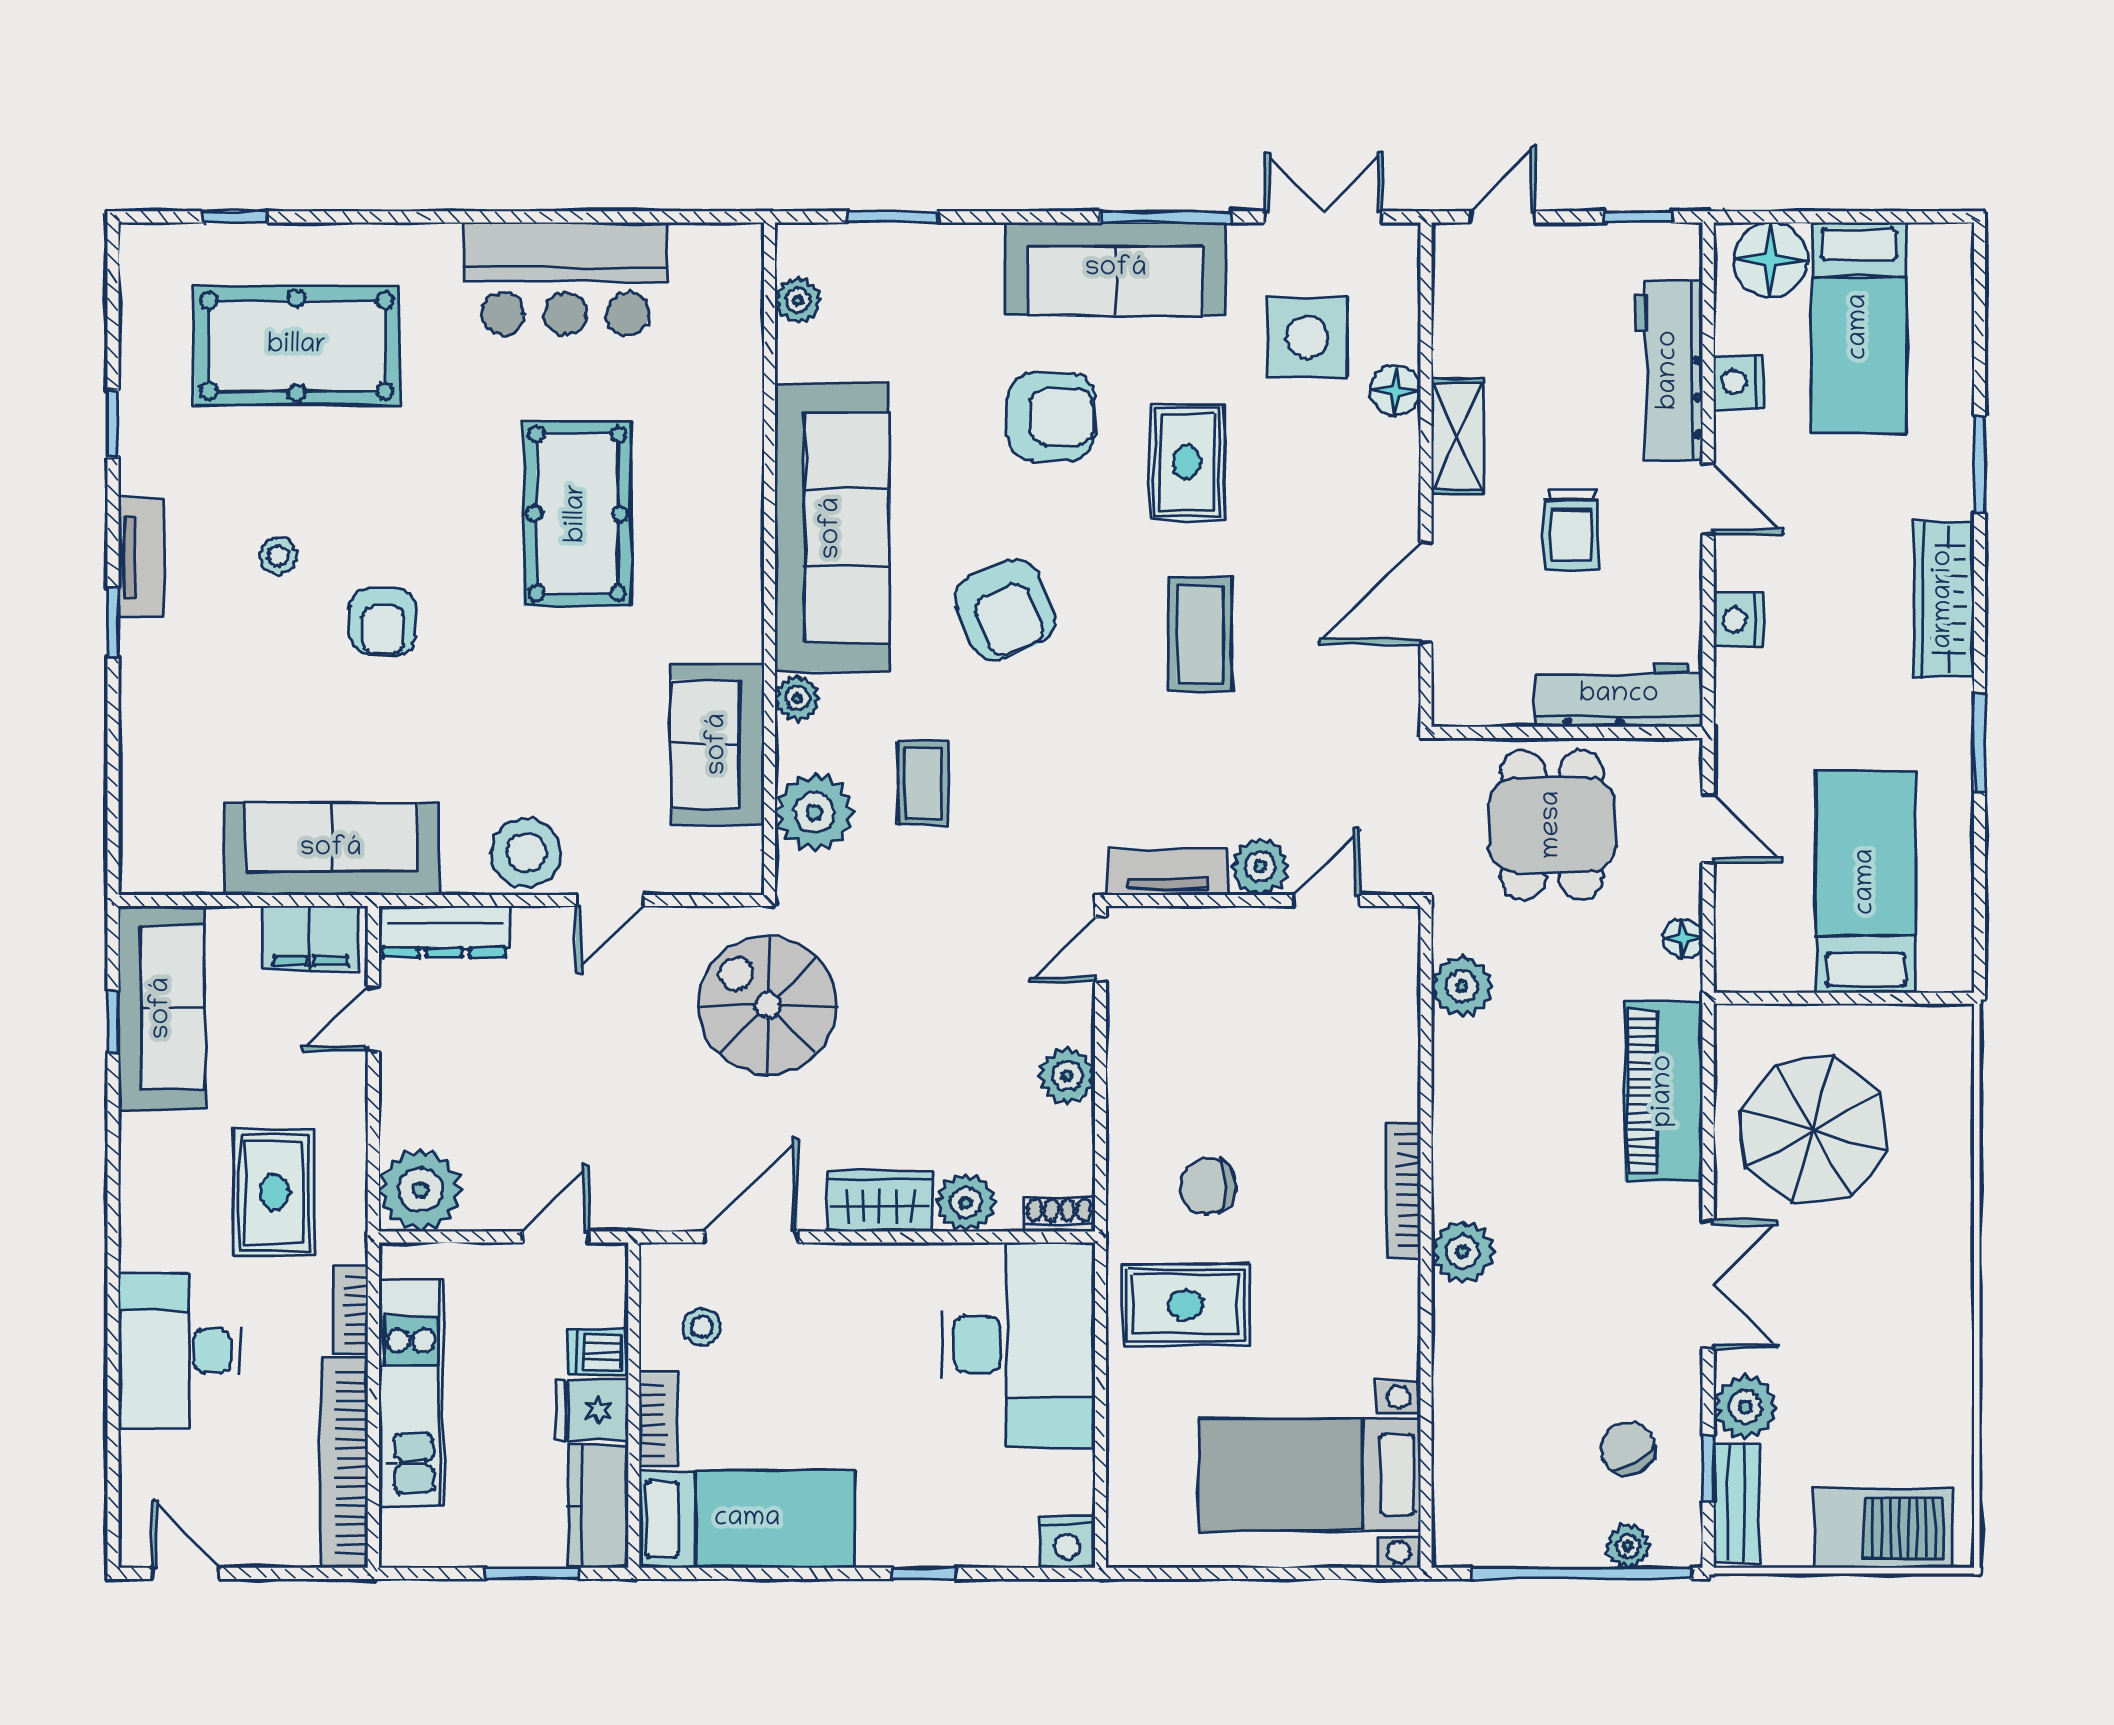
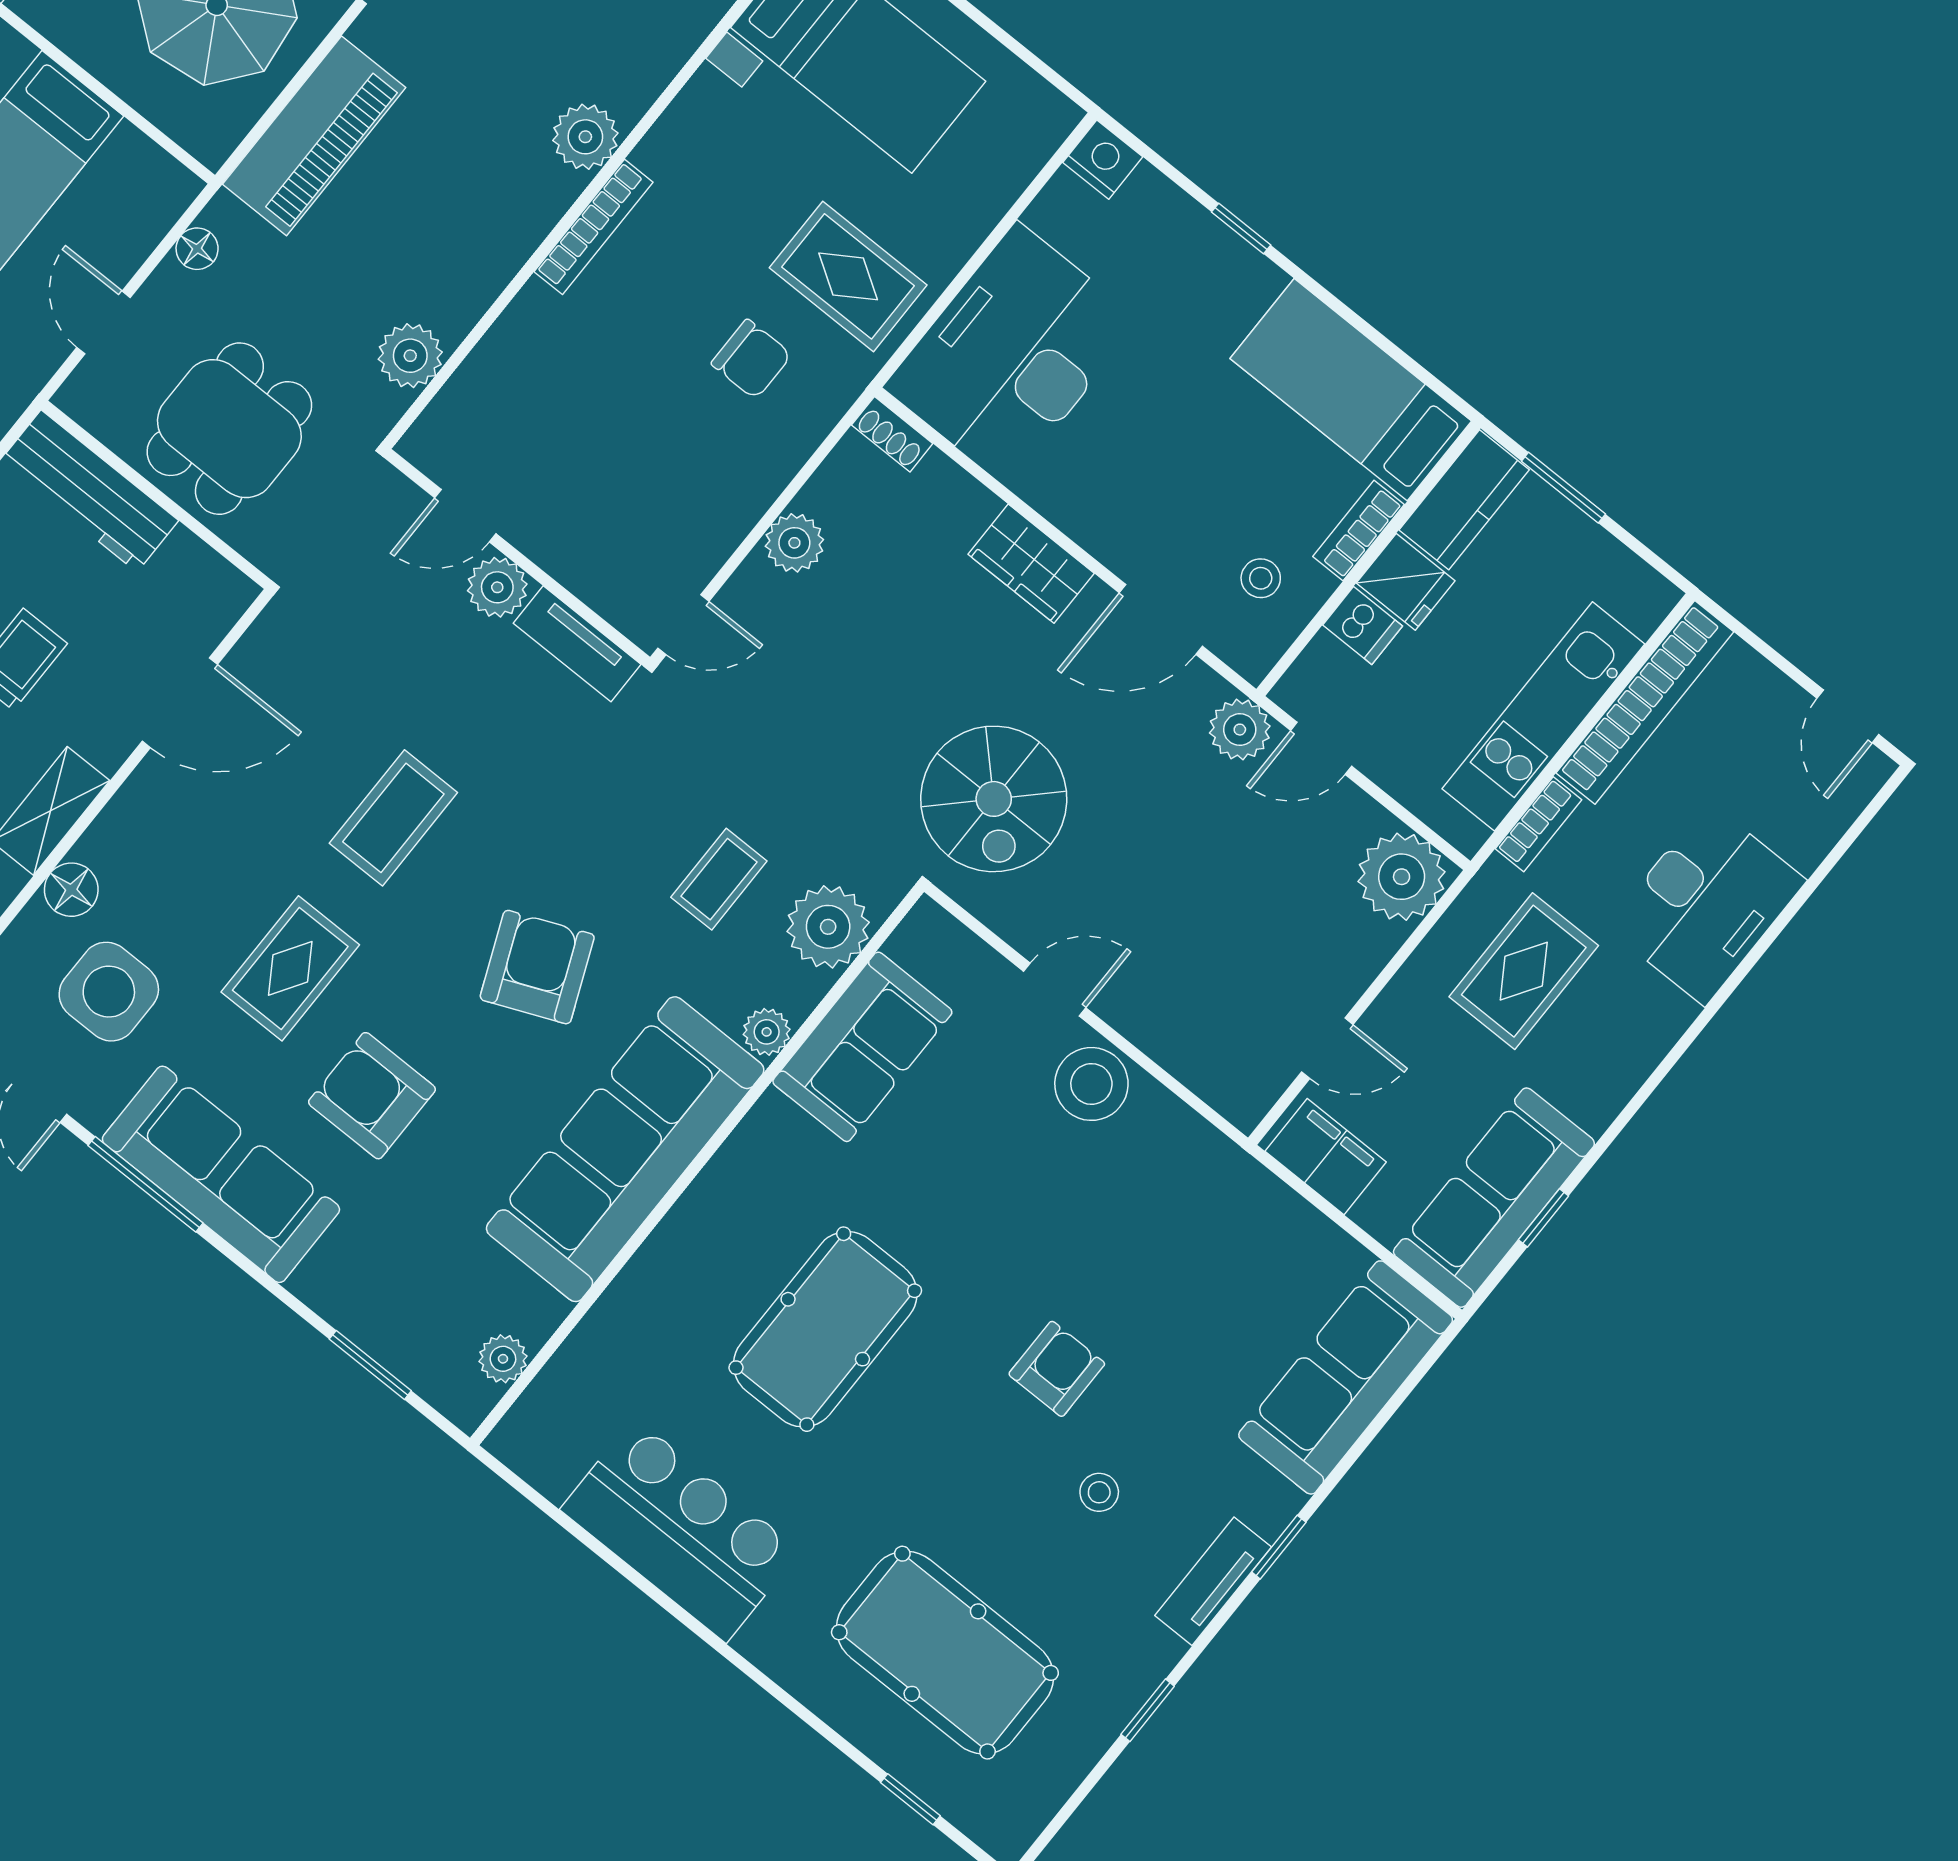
sofa: (331, 849) -> (1346, 1377), moved, turned 90
dresser: (444, 932) -> (1211, 1074), removed
plant: (966, 1203) -> (1240, 730), moved

